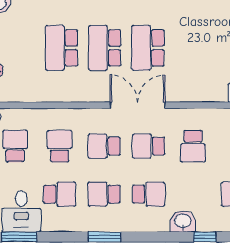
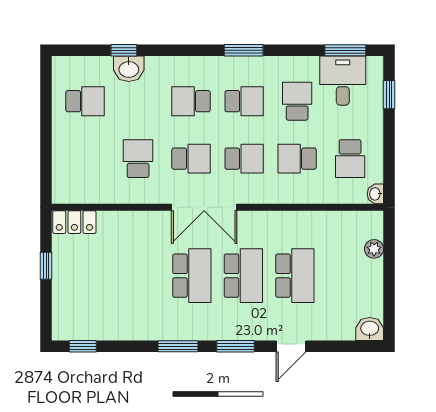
school desk: (60, 146) -> (297, 159), turned 90
school desk: (60, 194) -> (297, 101), turned 90
washbasin: (183, 221) -> (129, 69), moved

